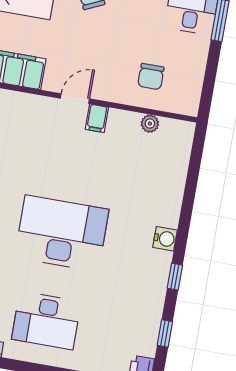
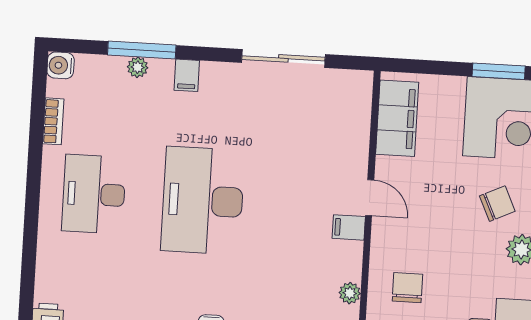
chair: (151, 77) -> (407, 288), turned 90
desk: (62, 233) -> (203, 201), turned 180

